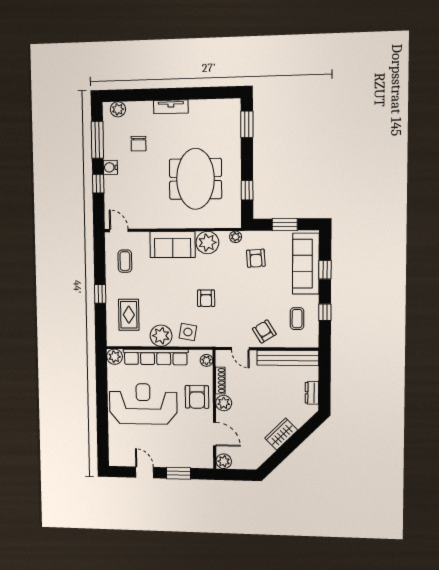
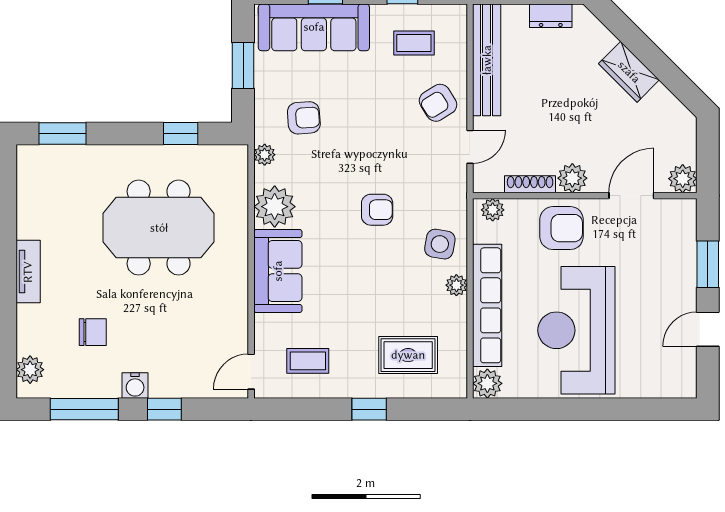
plant: (161, 336) -> (456, 285), width x0.53, depth x0.53

